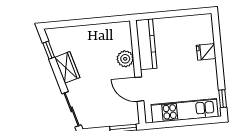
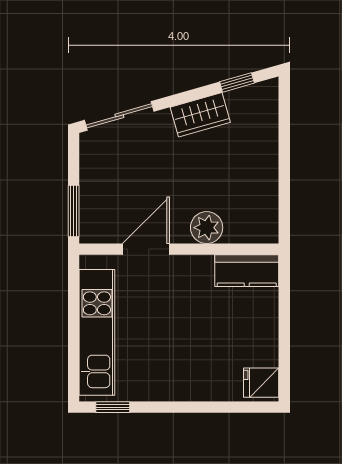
kitchen counter: (146, 44) -> (247, 271), width x0.67
fridge: (206, 52) -> (261, 383), moved, turned -90

